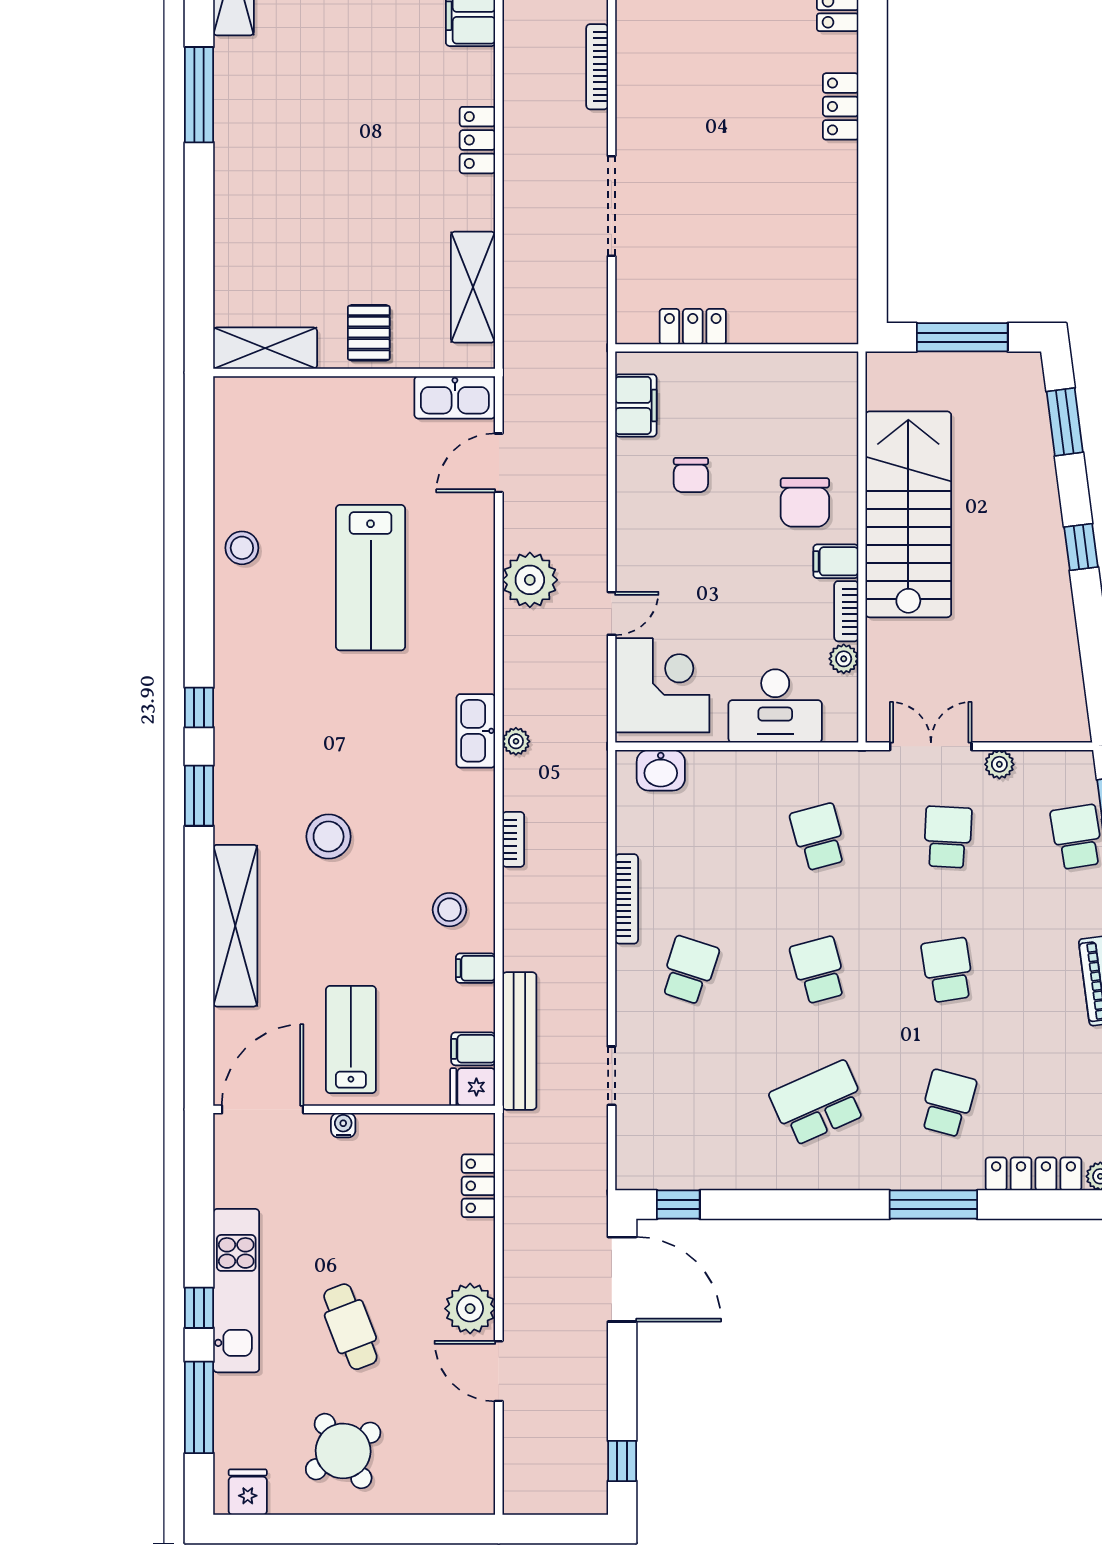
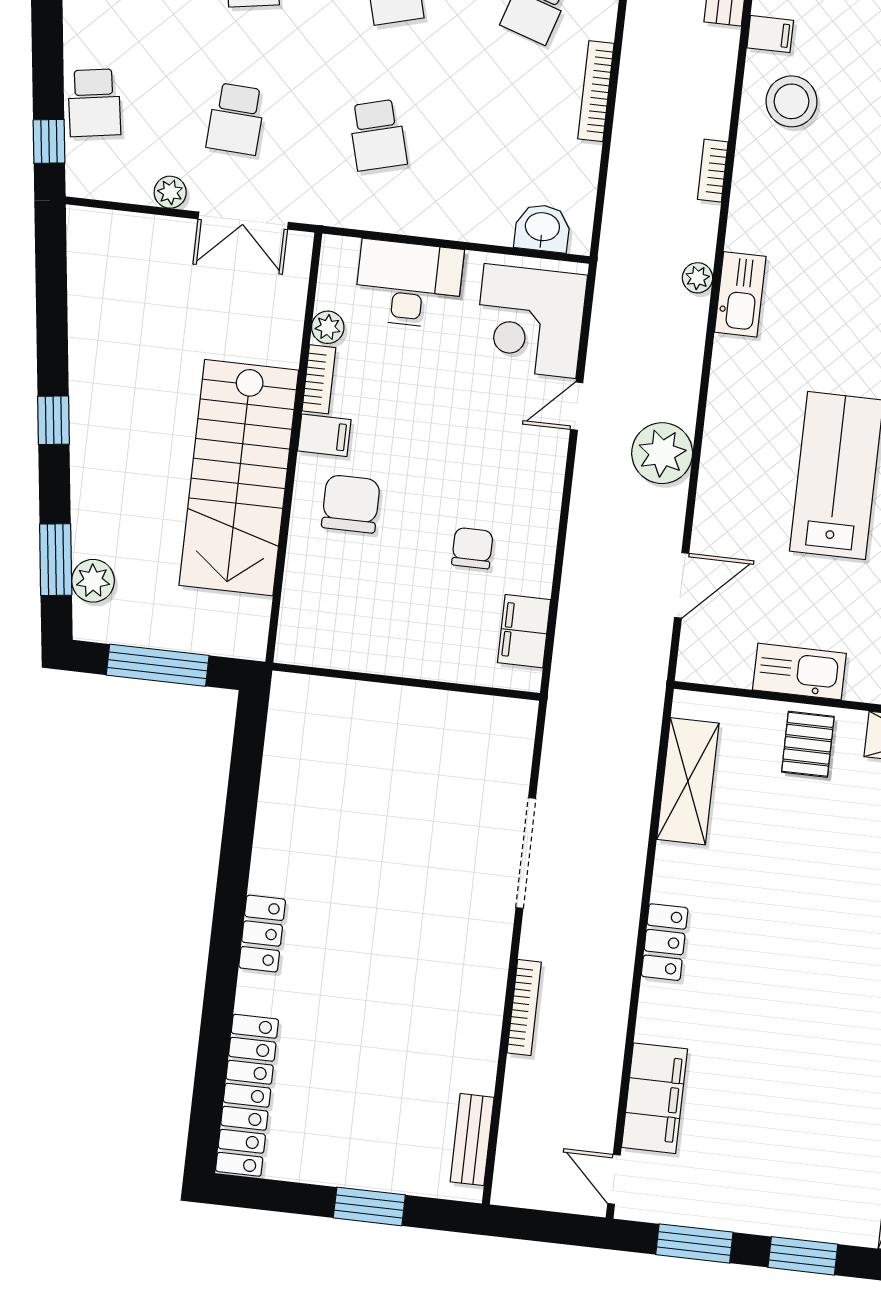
locker: (693, 327) -> (452, 711), removed
kitchen sink: (455, 397) -> (799, 672), moved
plant: (1029, 407) -> (93, 581), added
stool: (449, 910) -> (791, 101), width x1.38, depth x1.38

